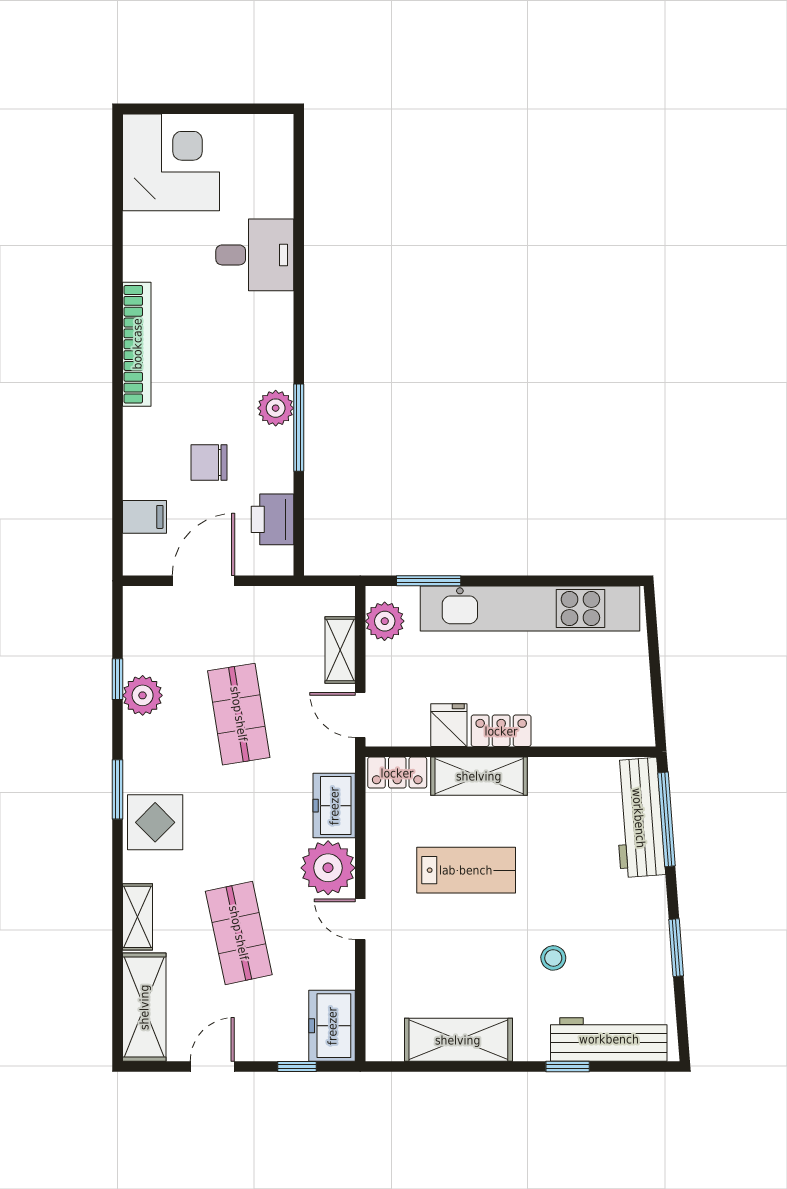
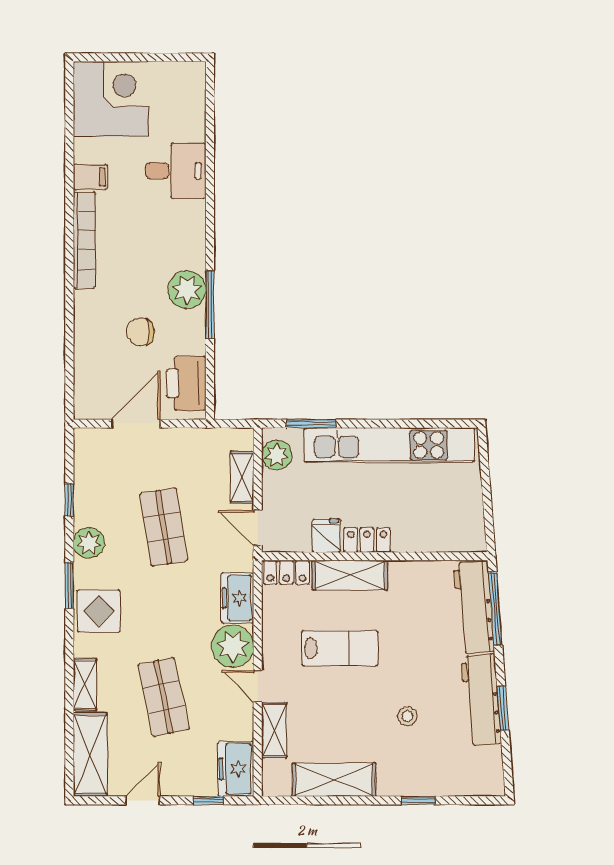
plant: (276, 408) -> (187, 290), width x1.36, depth x1.36
filing cabinet: (144, 517) -> (90, 177), moved
printer: (272, 519) -> (186, 383), width x1.37, depth x1.19
plant: (143, 695) -> (89, 543), moved
shelving: (381, 976) -> (274, 730), added
workbench: (609, 1039) -> (481, 700), moved, turned -94

